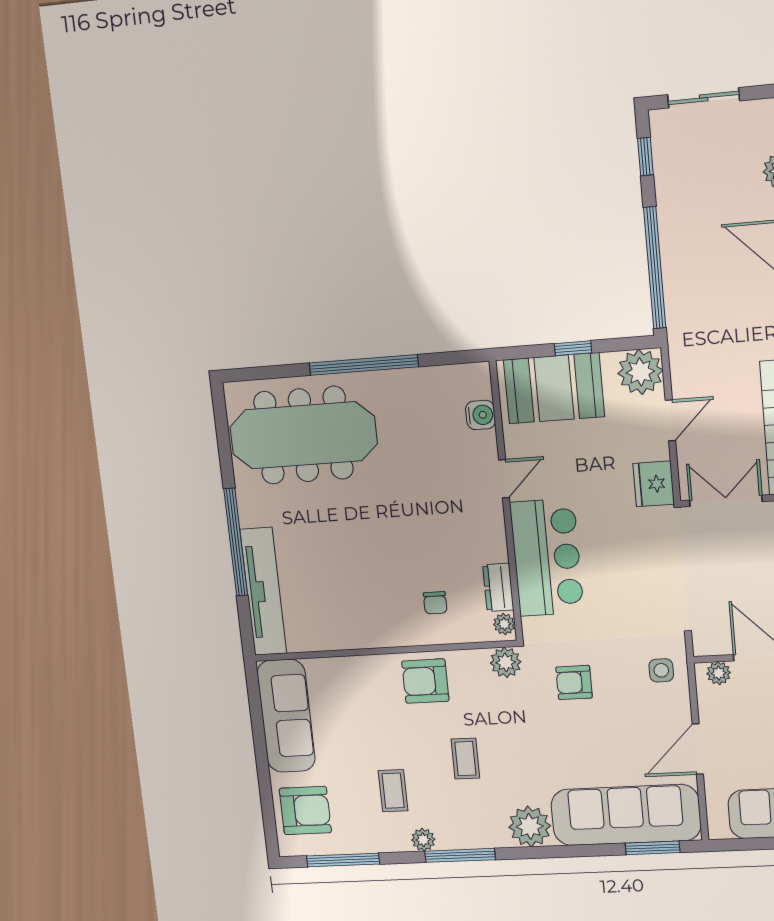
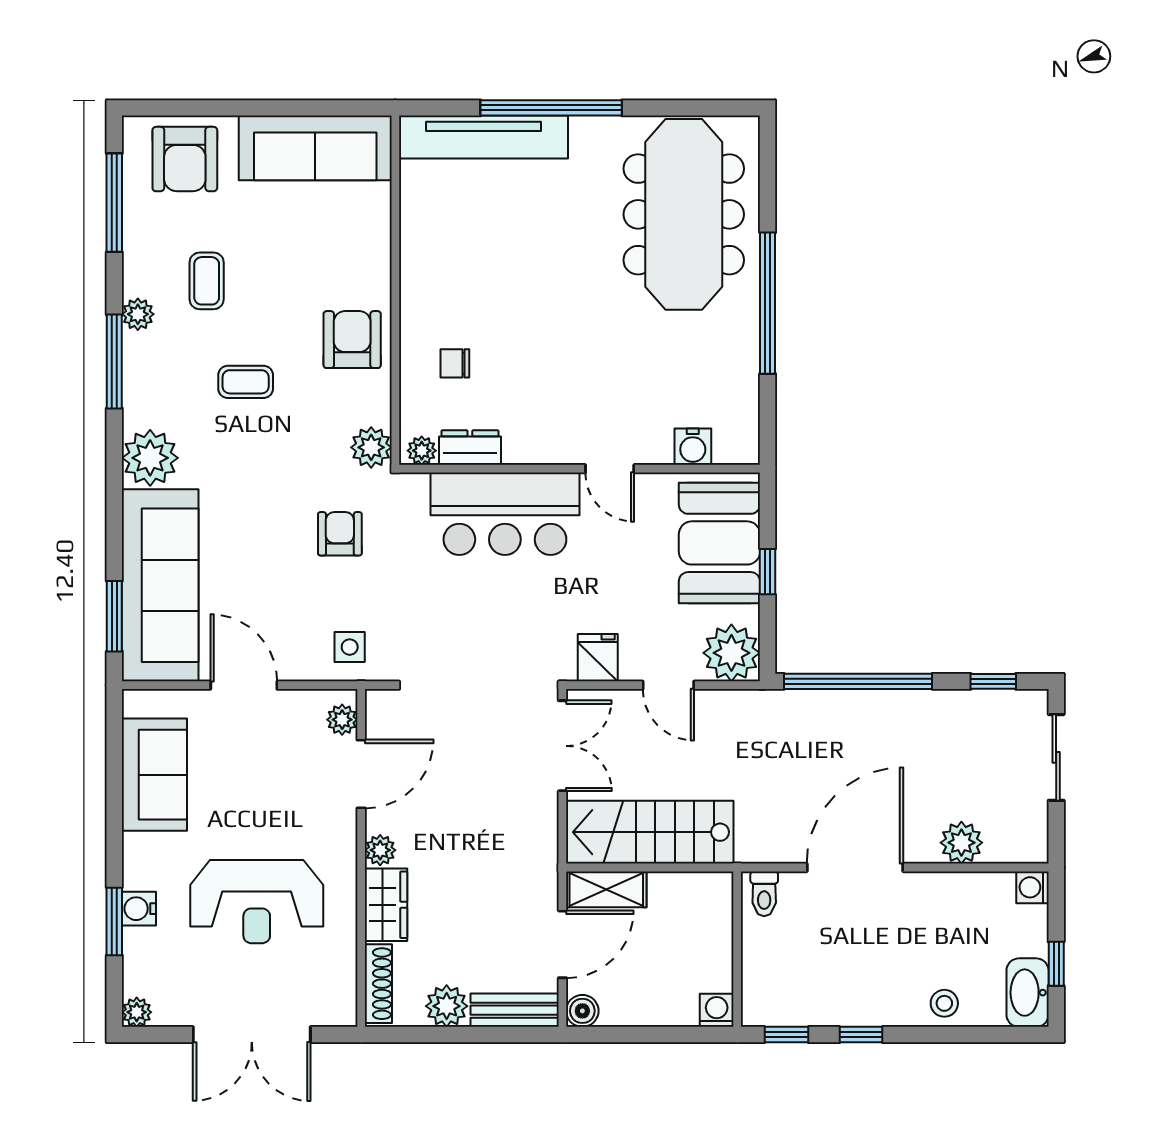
fridge: (654, 484) -> (598, 658), width x0.72
coffee table: (393, 791) -> (207, 281), turned 90

